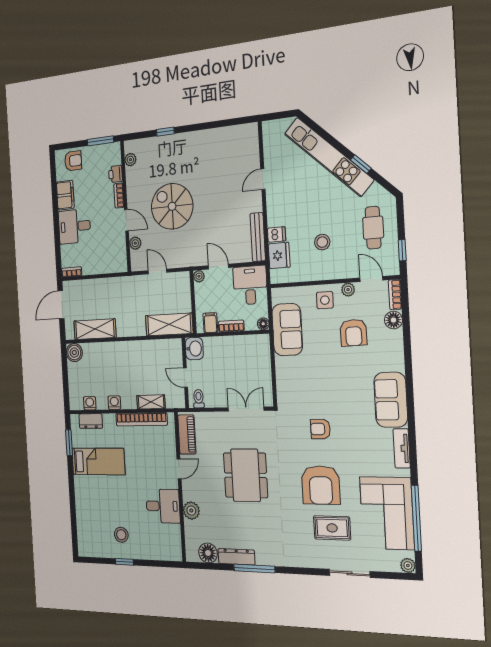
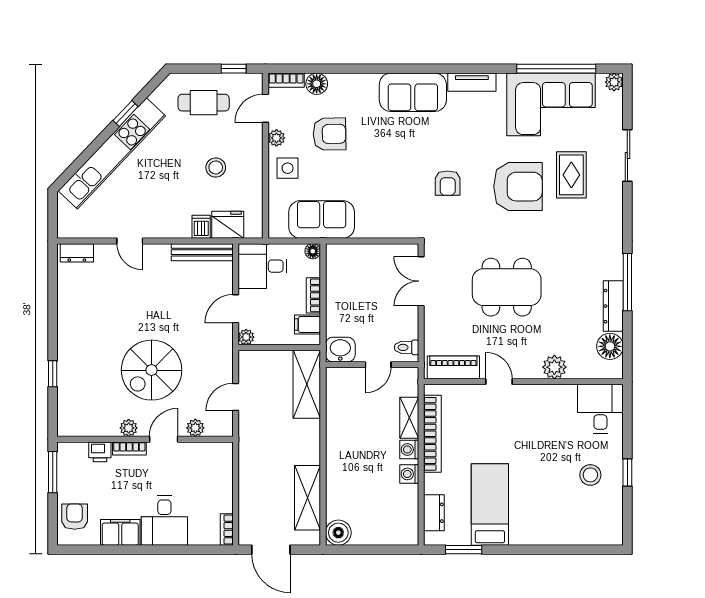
dresser: (252, 138) -> (77, 253), added
plant: (130, 160) -> (129, 428), moved
washing machine: (90, 403) -> (409, 449), moved
desk: (163, 506) -> (600, 409), moved

